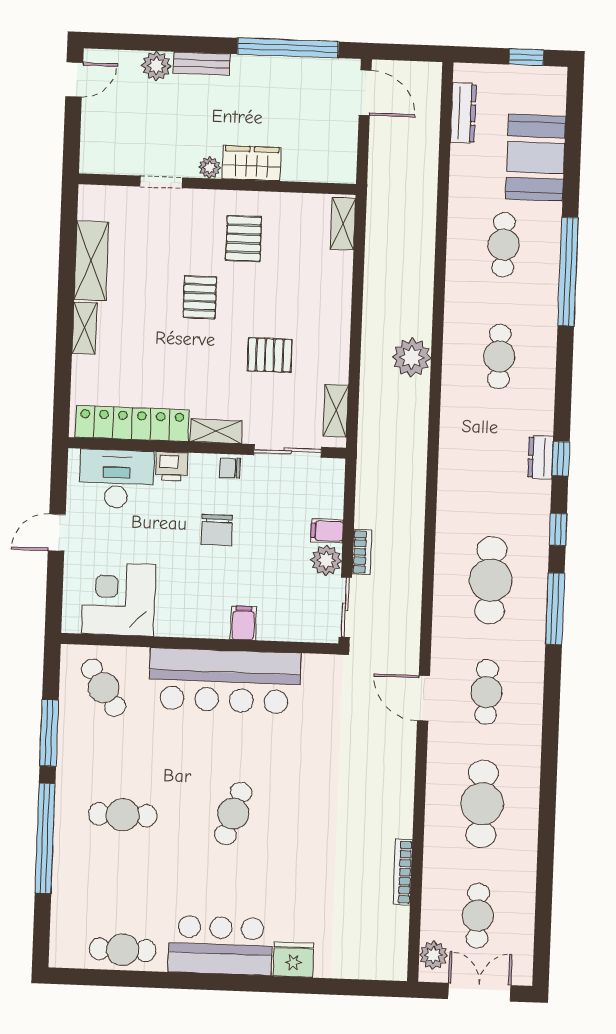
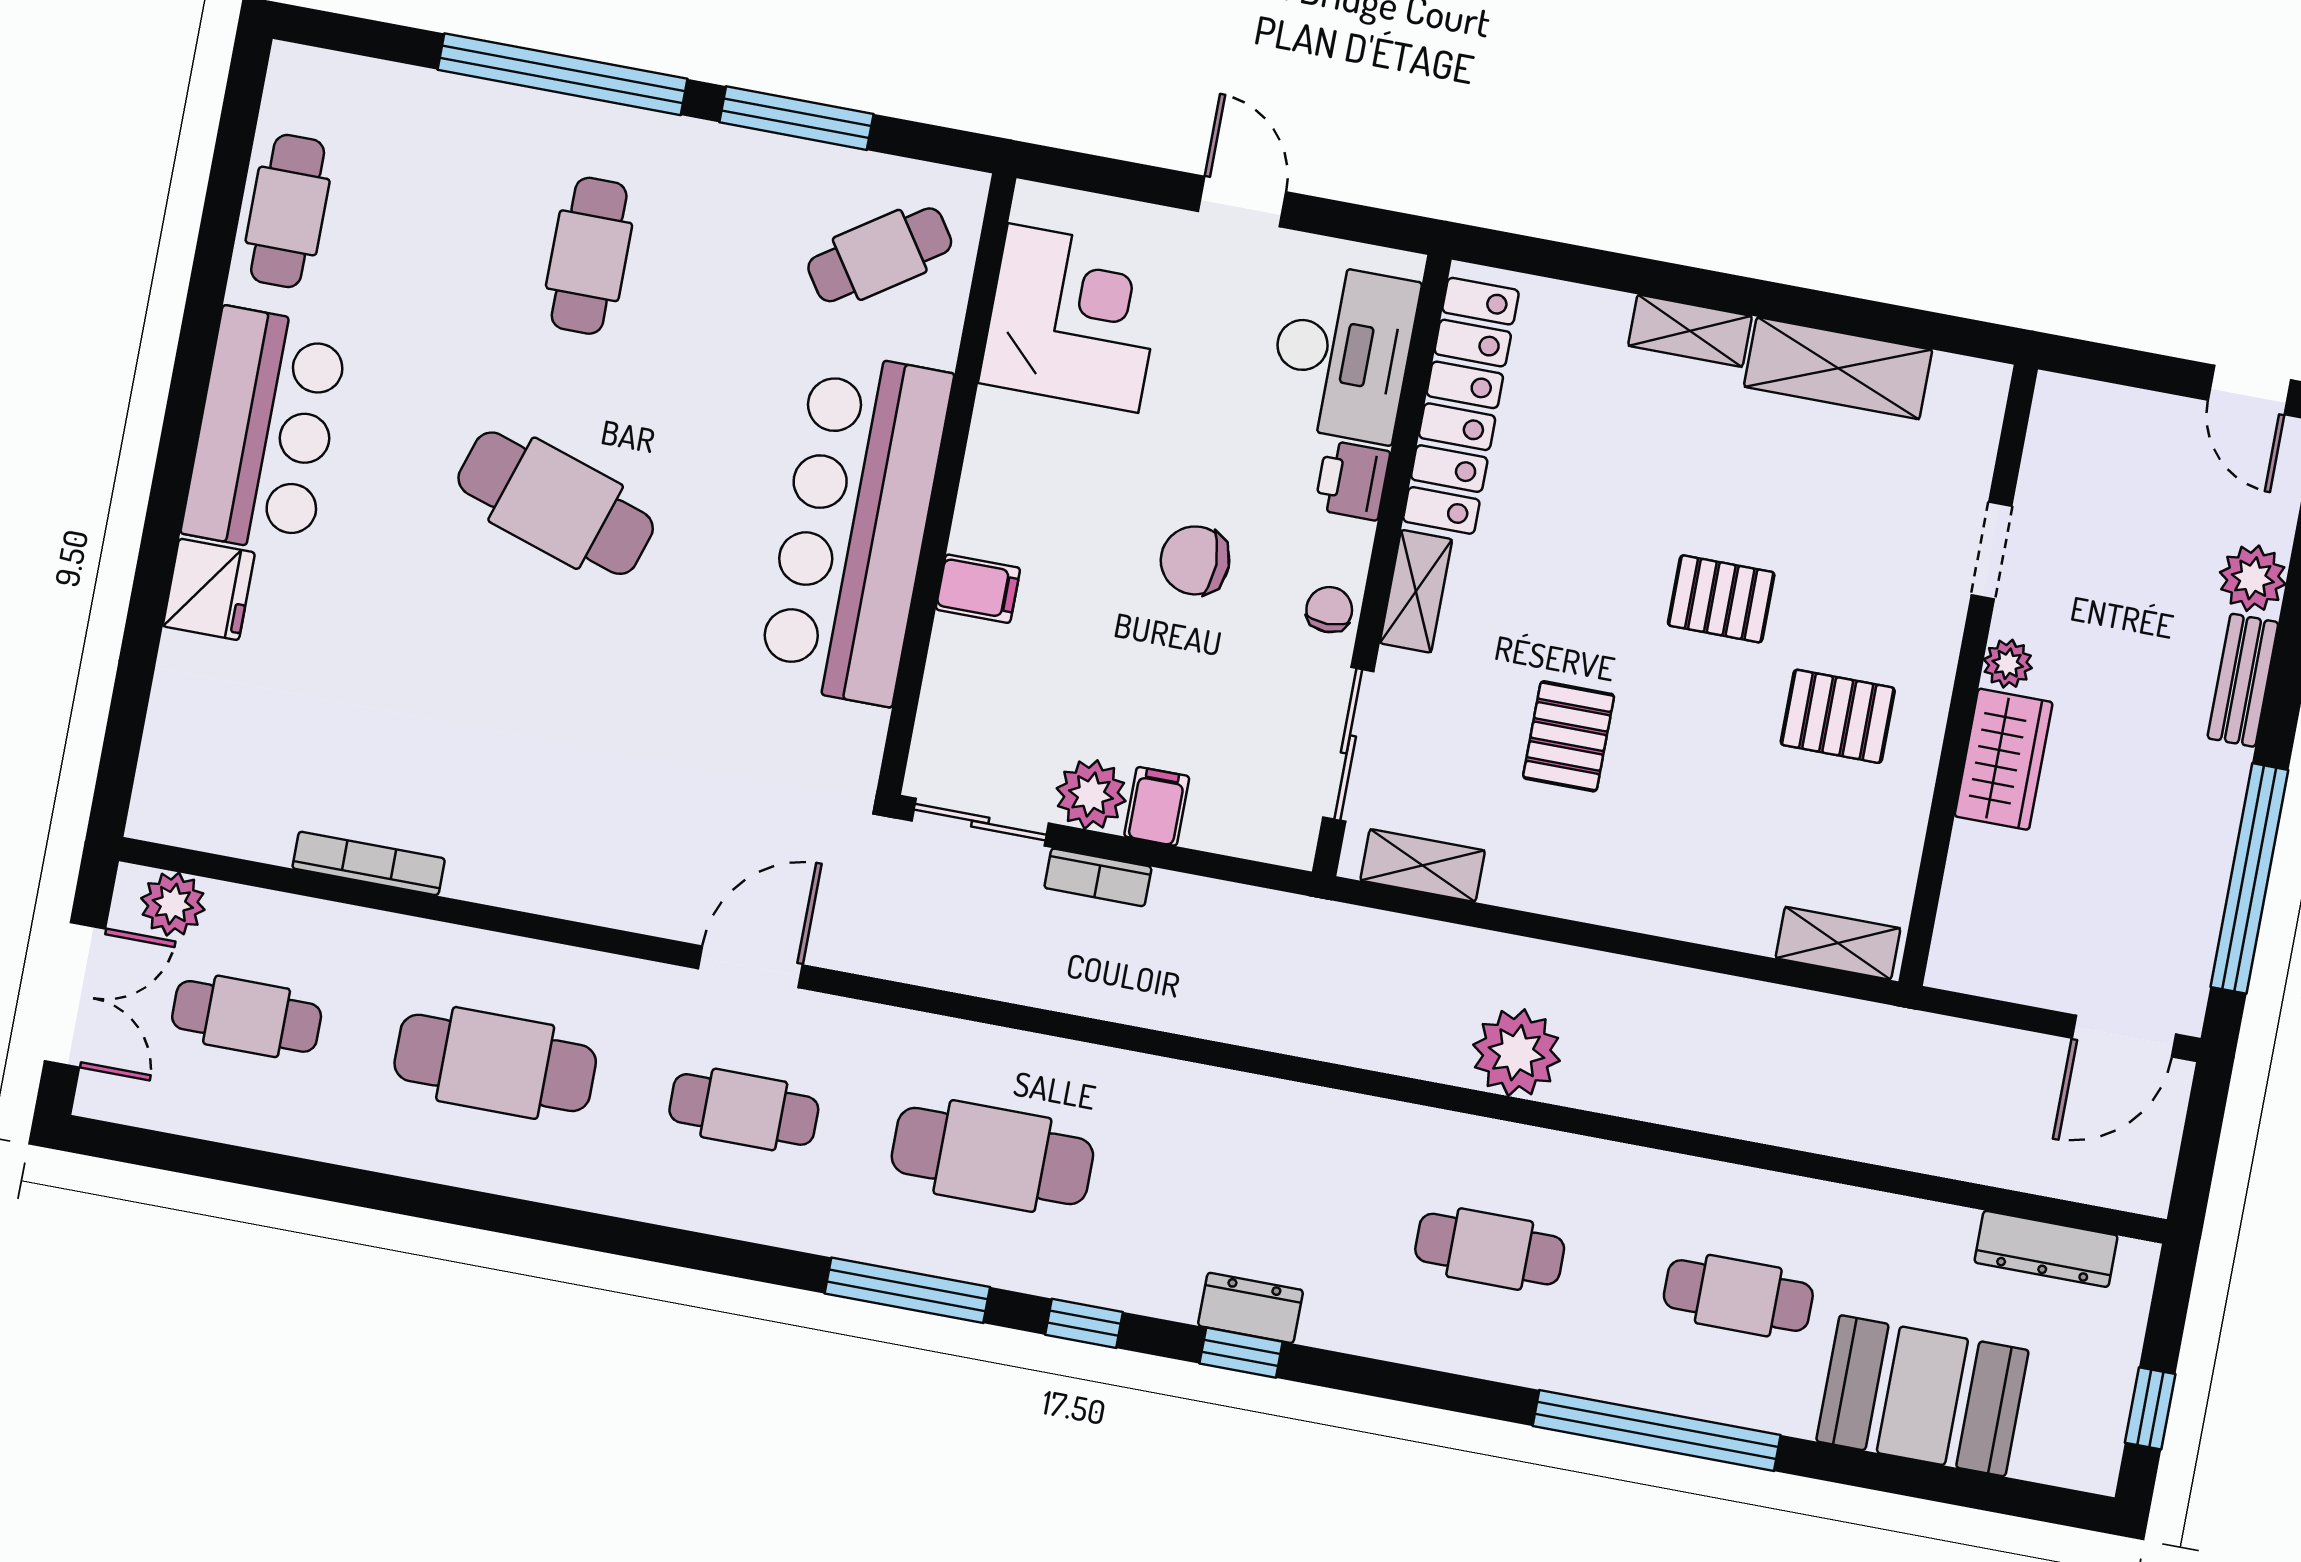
cafe table: (233, 814) -> (556, 503), width x1.37, depth x1.35

